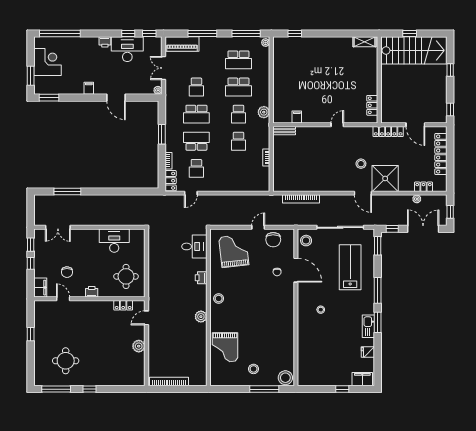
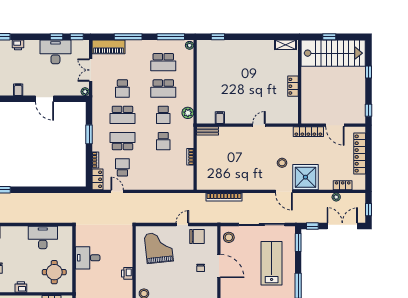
printer: (105, 42) -> (18, 45), moved
locker: (372, 105) -> (293, 86), moved
school desk: (196, 168) -> (122, 167), turned 180
door: (191, 193) -> (117, 191), swing flipped
chair: (273, 240) -> (197, 236), turned -90
desk: (194, 246) -> (88, 258), moved, turned 180

